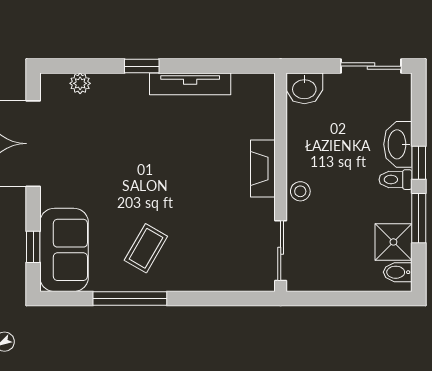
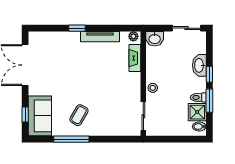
plant: (80, 83) -> (133, 36), moved
fireplace: (263, 169) -> (135, 58), moved
toilet: (396, 180) -> (198, 97), moved

